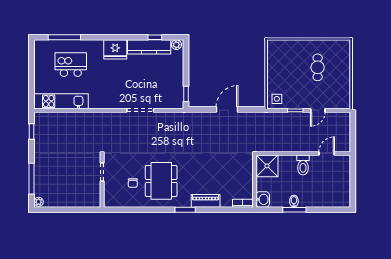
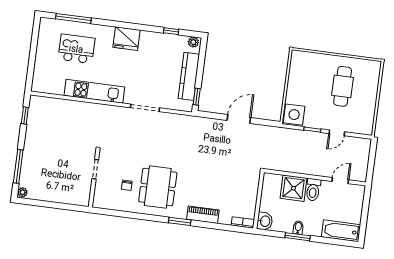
kitchen counter: (149, 47) -> (189, 76), moved, turned 90
cafe table: (318, 67) -> (343, 86), width x1.37, depth x1.35
side table: (277, 99) -> (294, 115), width x1.87, depth x1.87
kitchen unit: (61, 101) -> (94, 91), moved
shower: (267, 166) -> (294, 188), moved
bathtub: (333, 199) -> (341, 231), added

